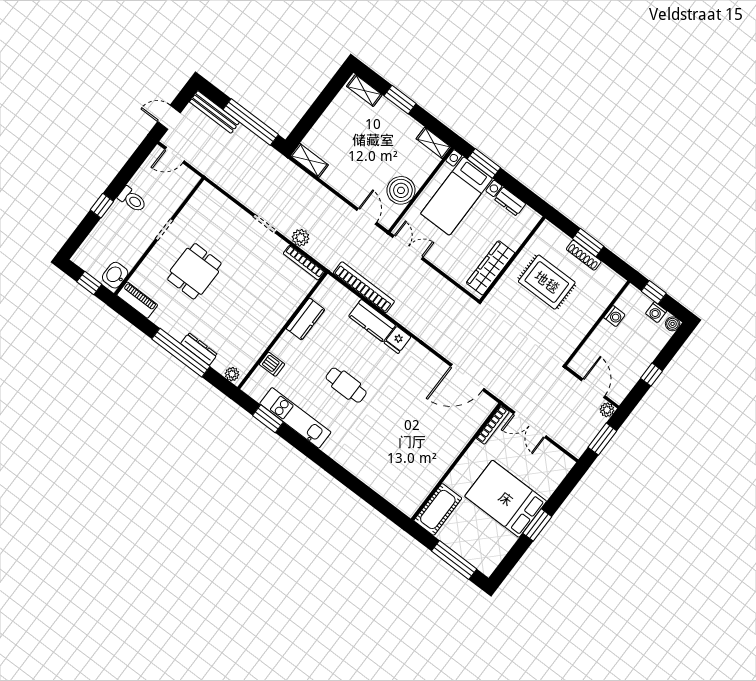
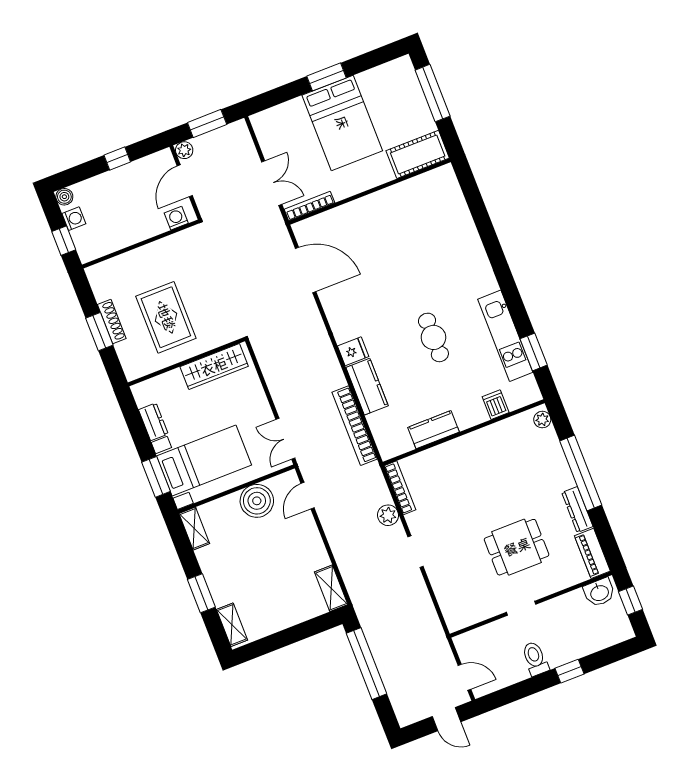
bench: (214, 112) -> (397, 696), removed
washing machine: (614, 316) -> (176, 218), moved
dresser: (199, 349) -> (577, 510), moved

